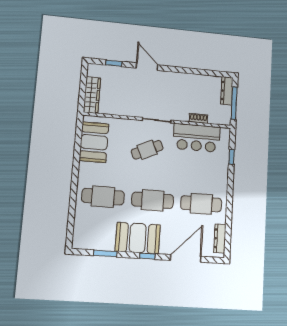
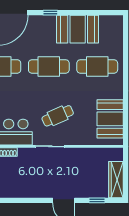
wardrobe: (92, 95) -> (116, 180), moved
booth: (138, 238) -> (78, 29), moved
window: (105, 253) -> (91, 13), removed

